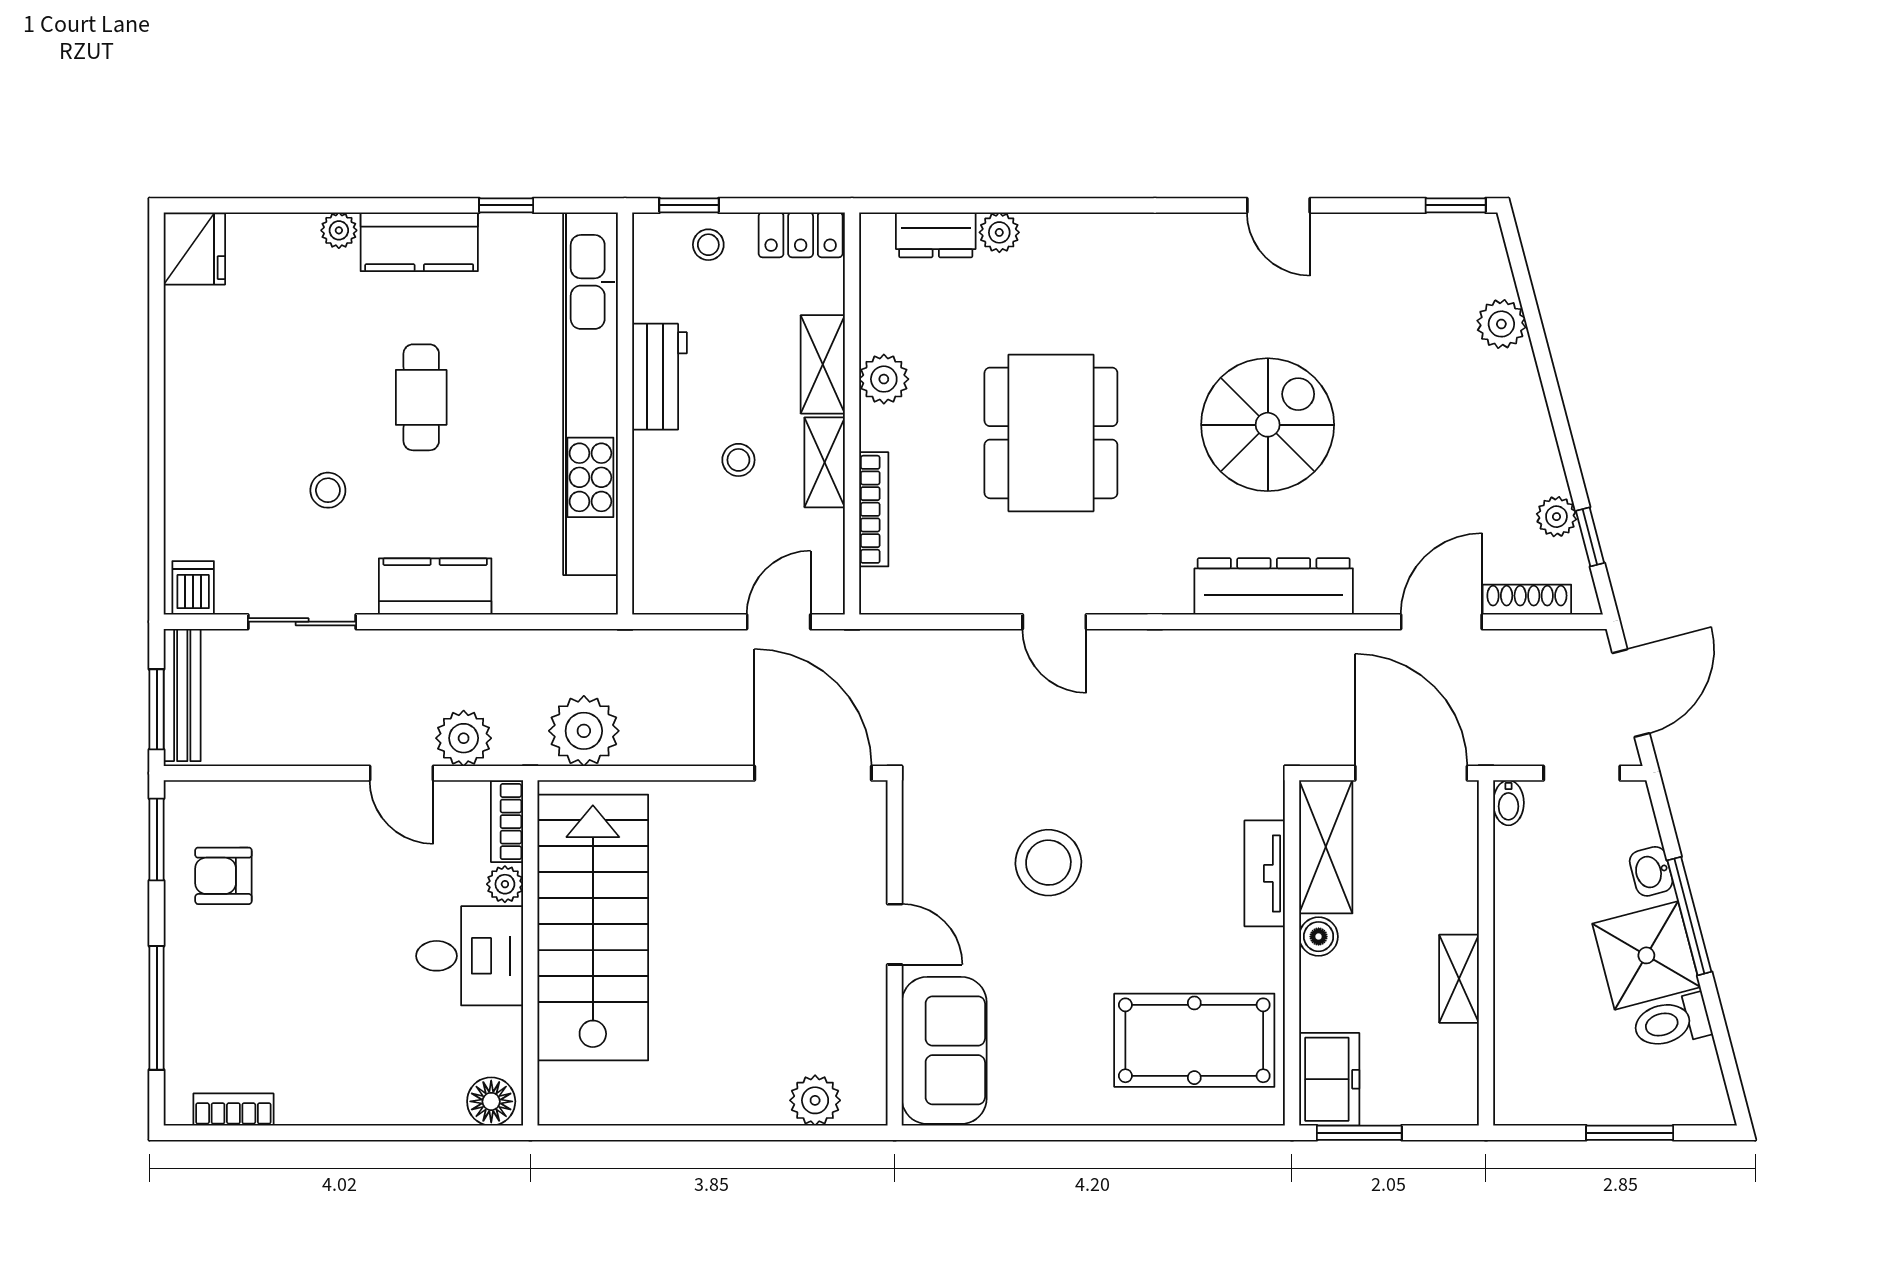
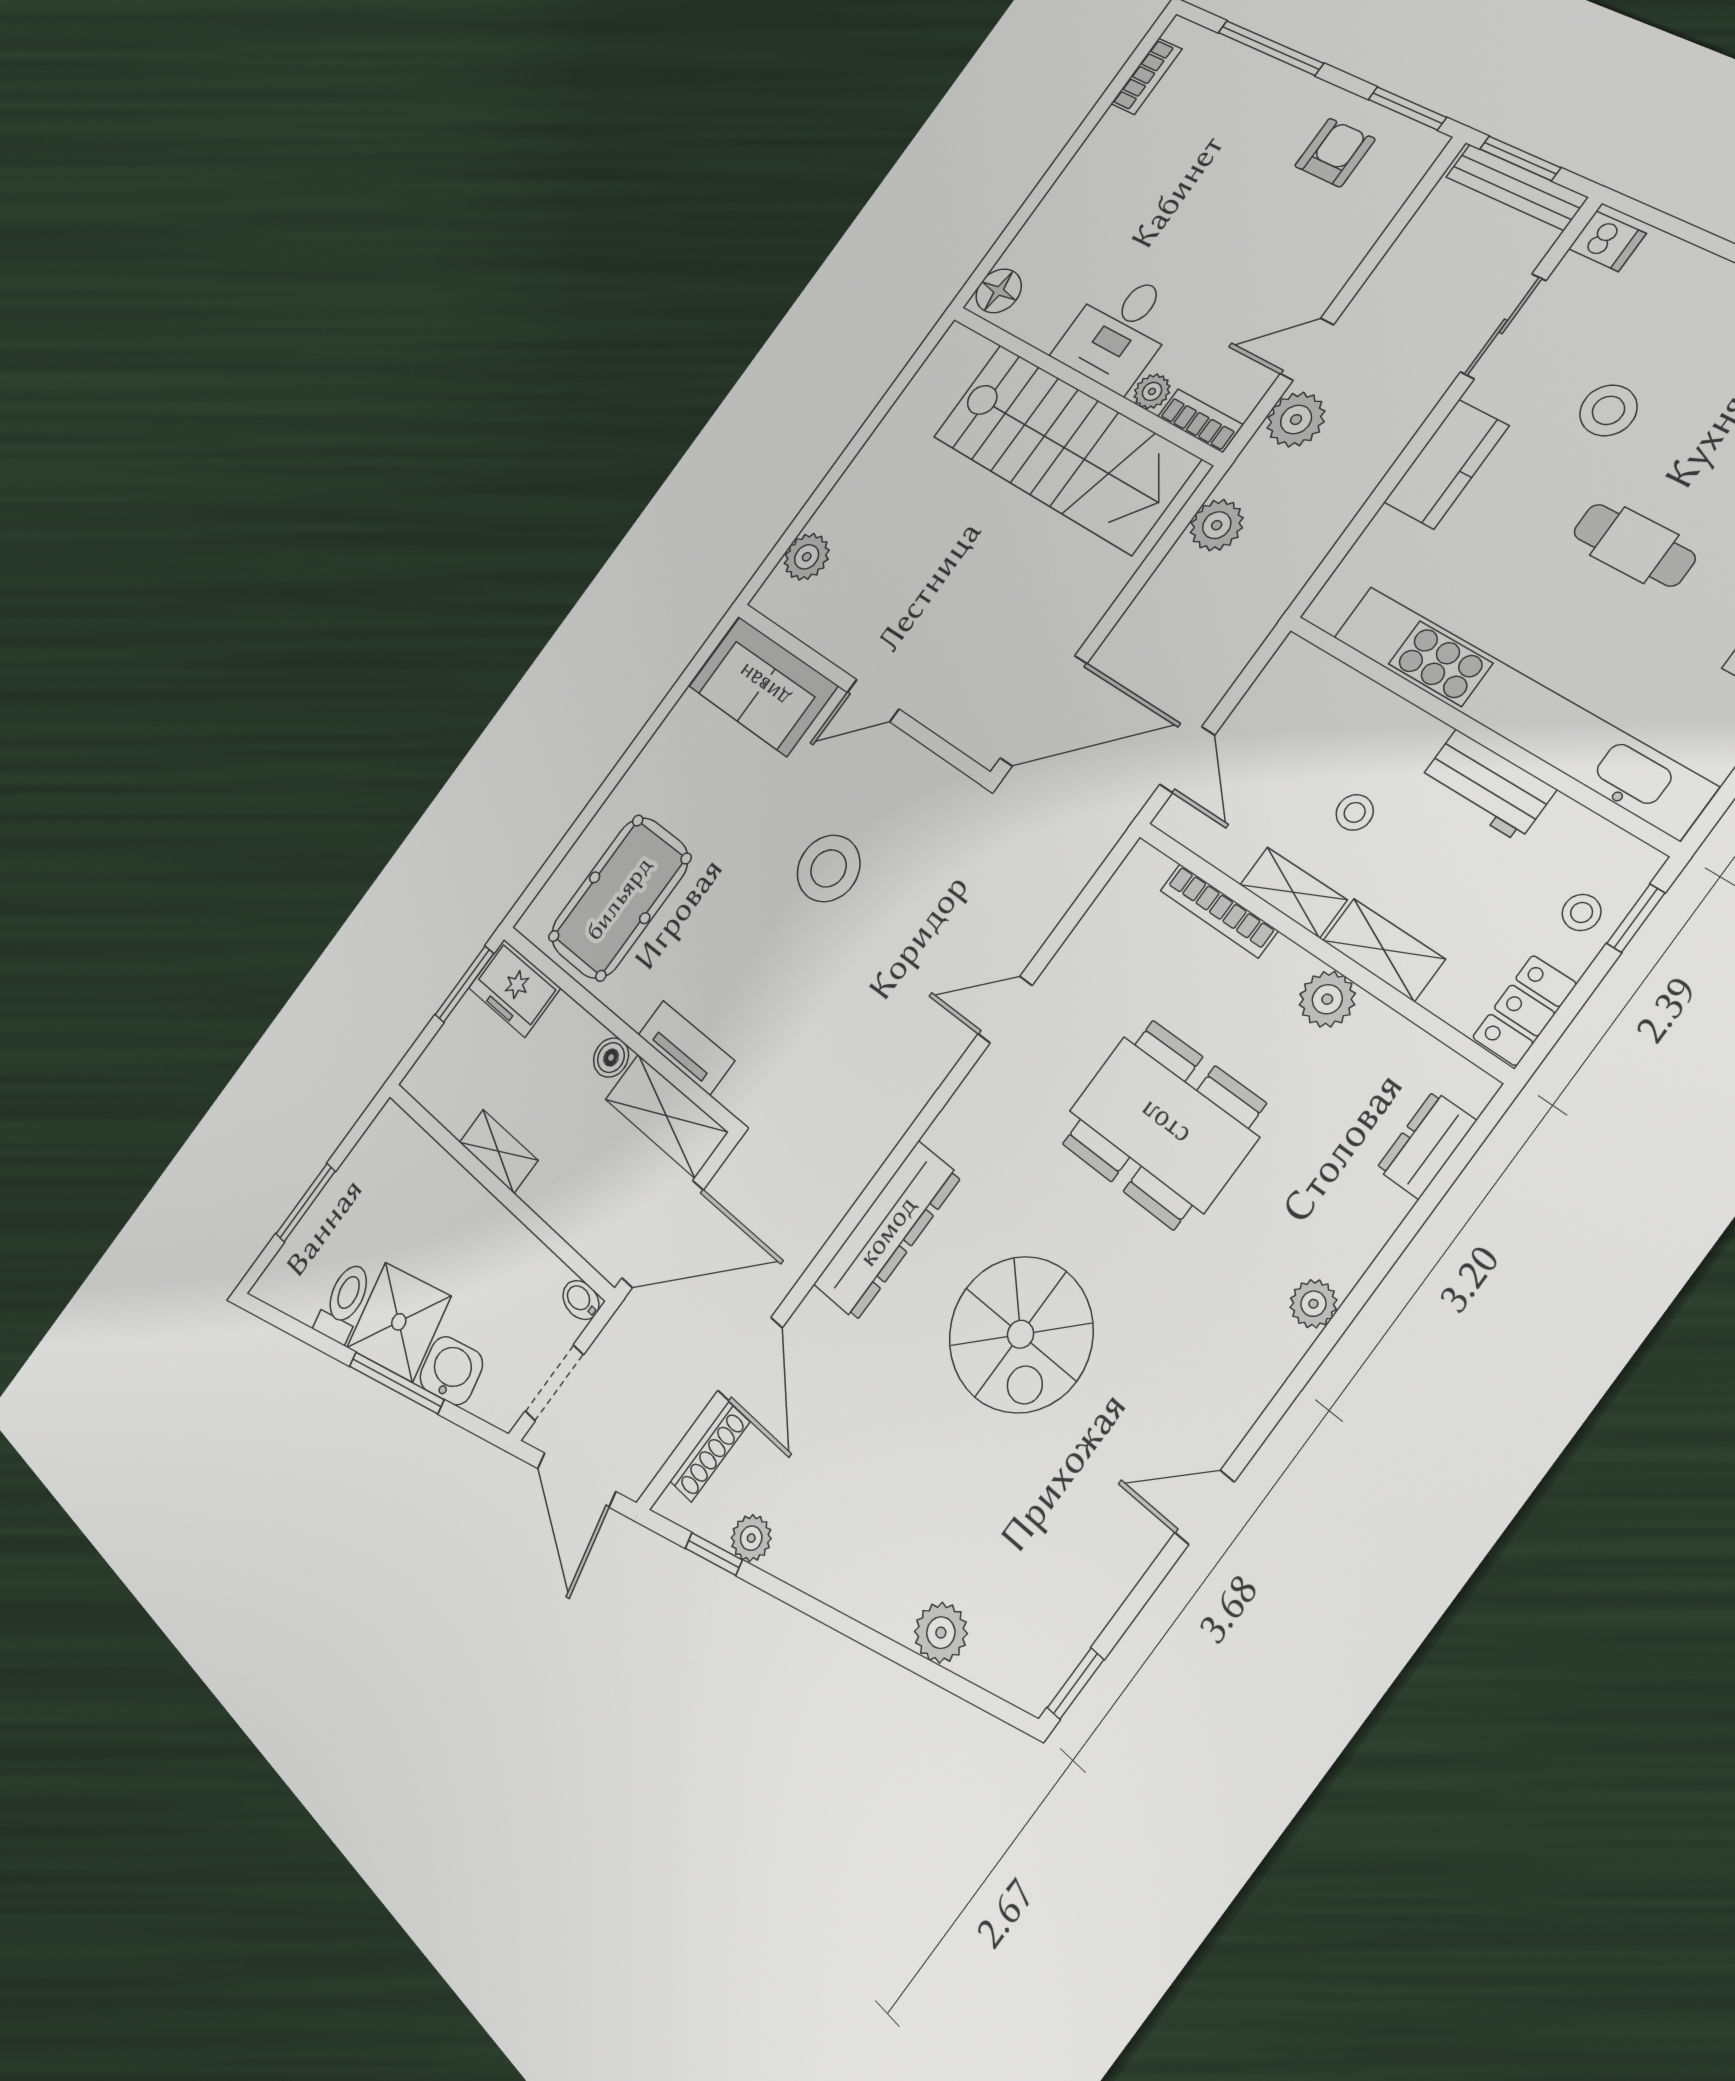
plant: (999, 232) -> (1313, 1304), moved
stool: (328, 490) -> (1608, 410), width x1.37, depth x1.37
plant: (584, 731) -> (1217, 525), width x0.73, depth x0.73
washbasin: (1651, 871) -> (451, 1371), width x1.38, depth x1.45

